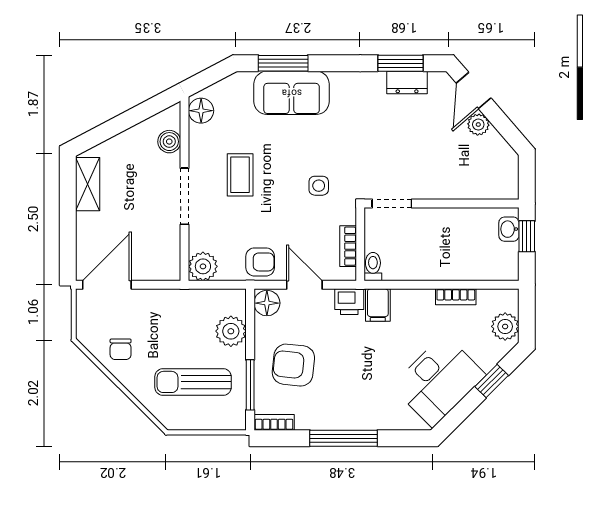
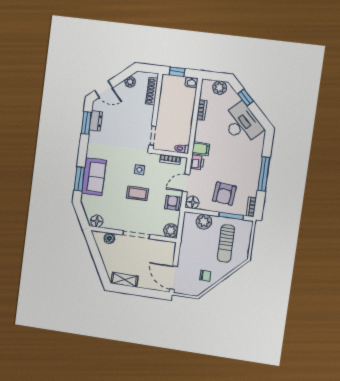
plant: (478, 125) -> (130, 82), moved
coffee table: (240, 175) -> (137, 193), moved
shoe rack: (481, 190) -> (152, 91), added
washbasin: (509, 229) -> (191, 82), moved

